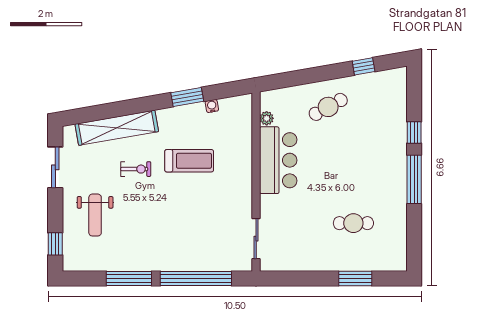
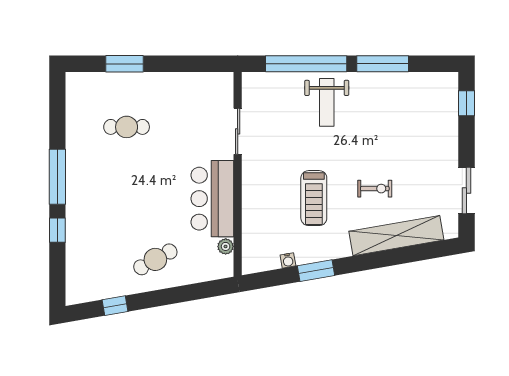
treadmill: (189, 161) -> (314, 198), turned -90
exercise bike: (136, 169) -> (375, 189), turned 180
weight bench: (95, 215) -> (327, 102), moved, turned 180
sliding door: (256, 239) -> (238, 131), moved

